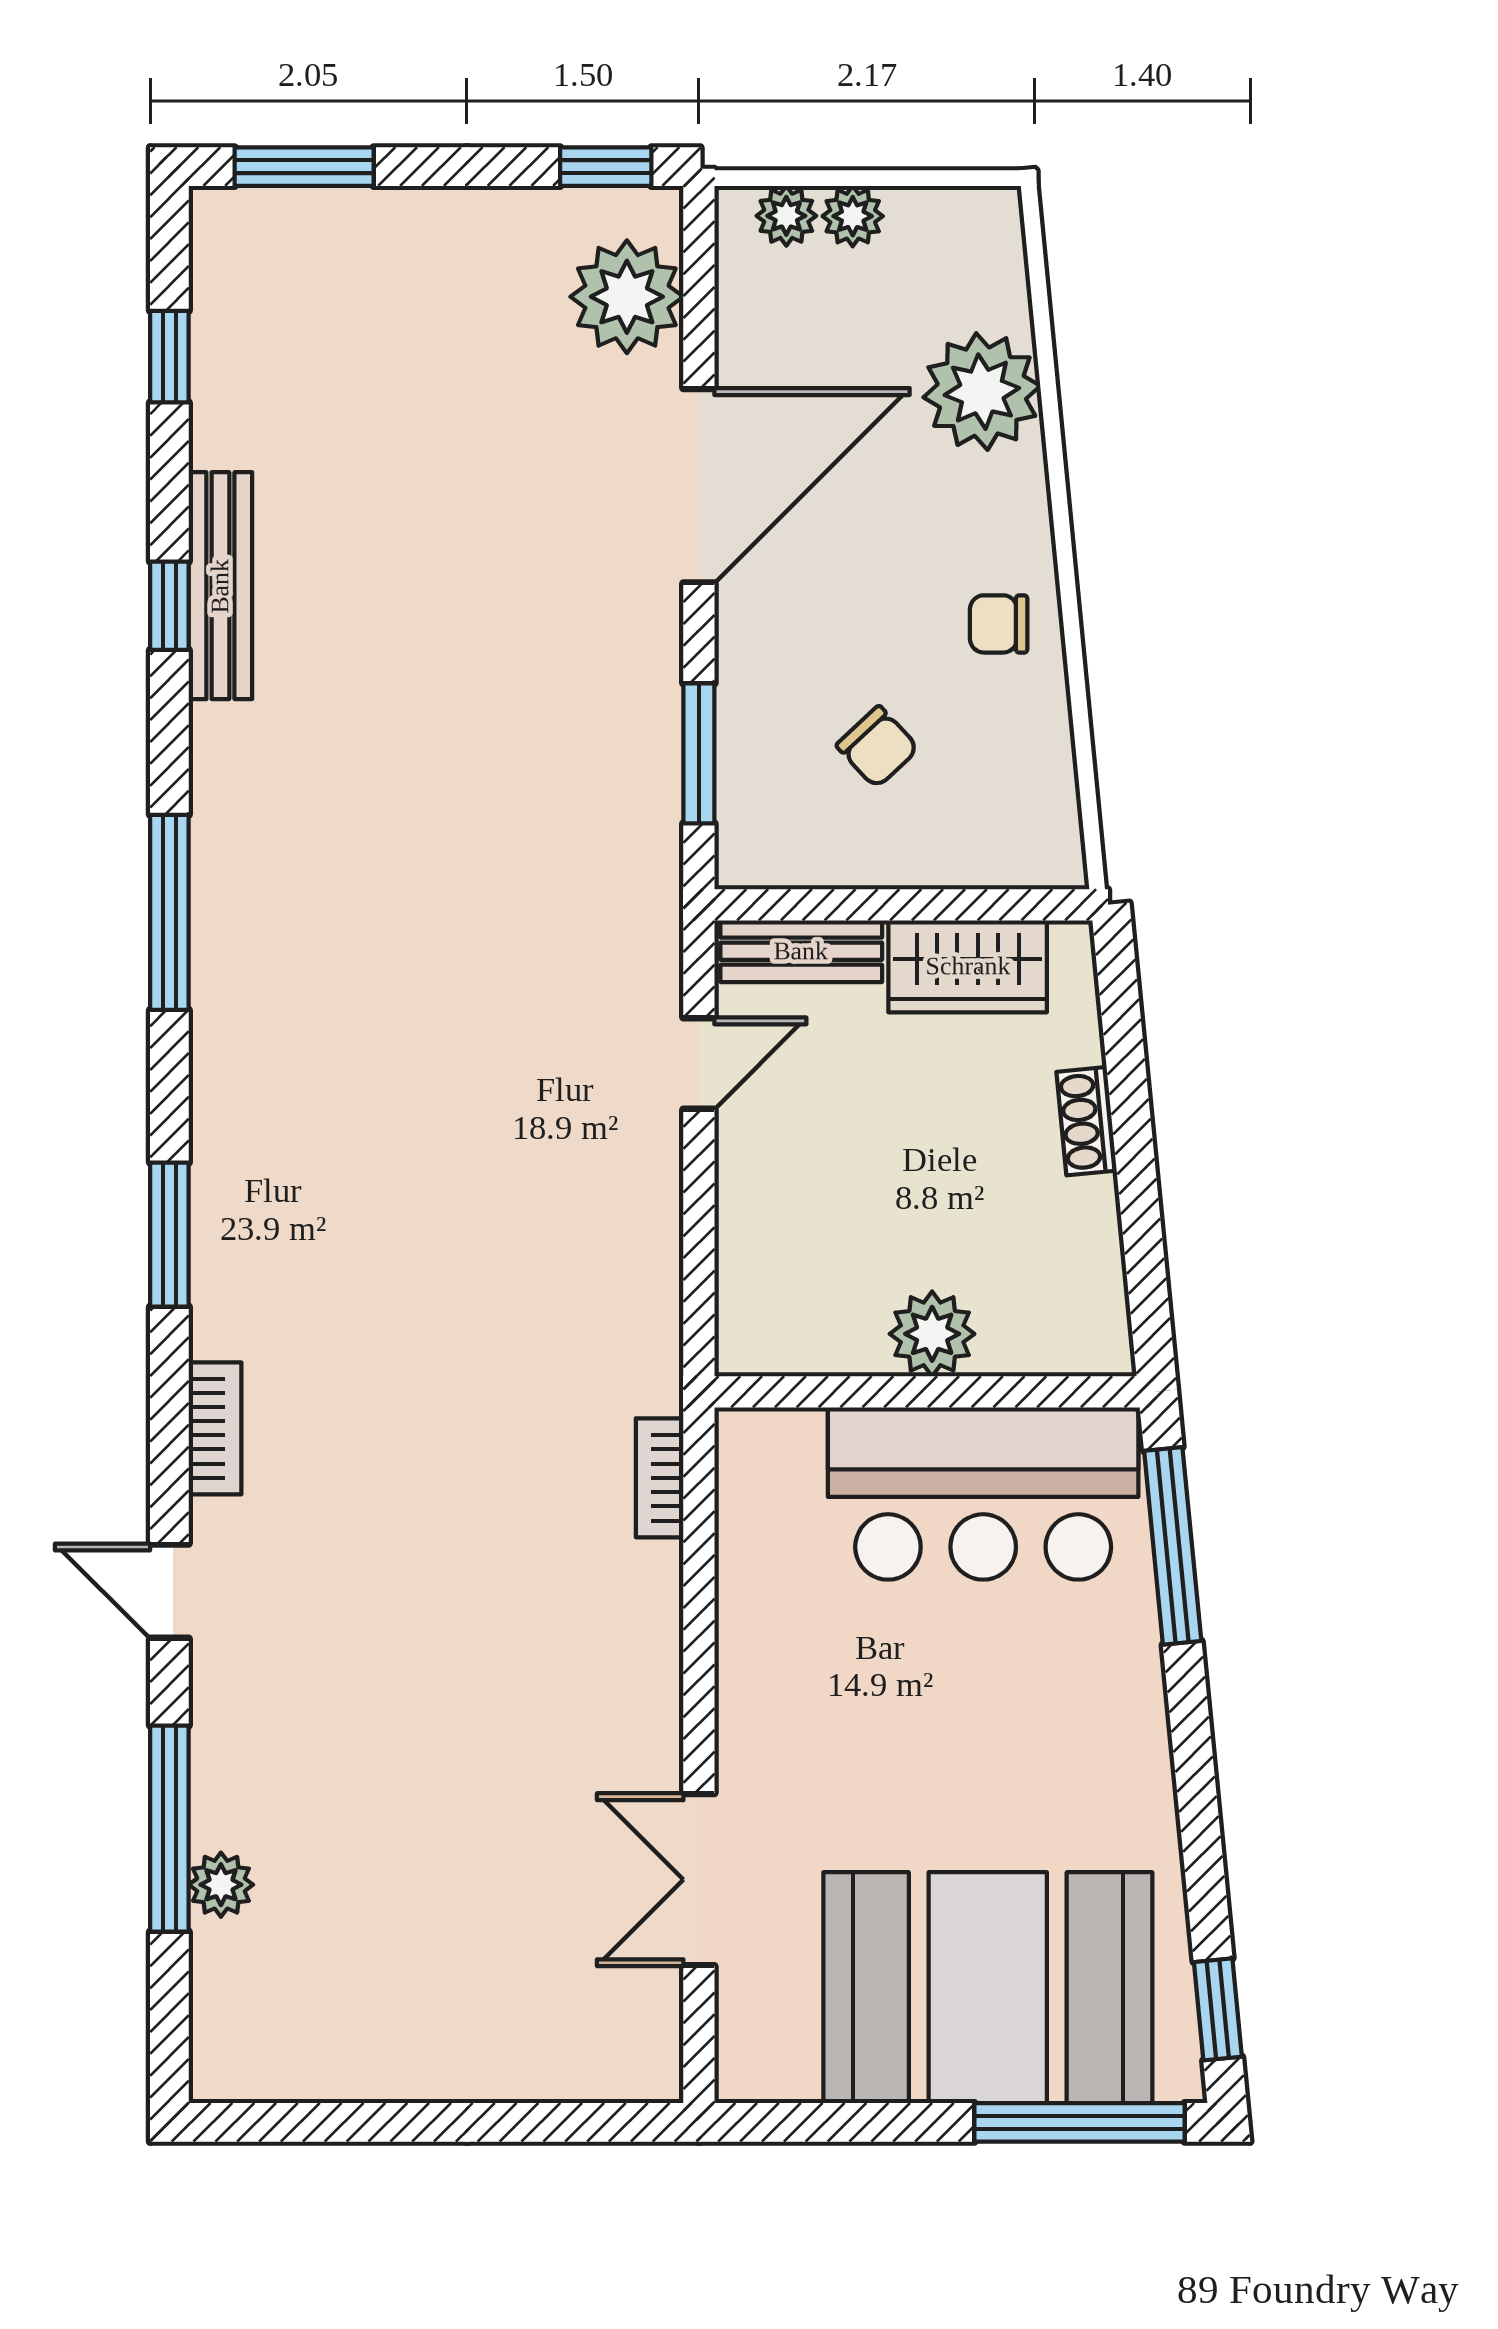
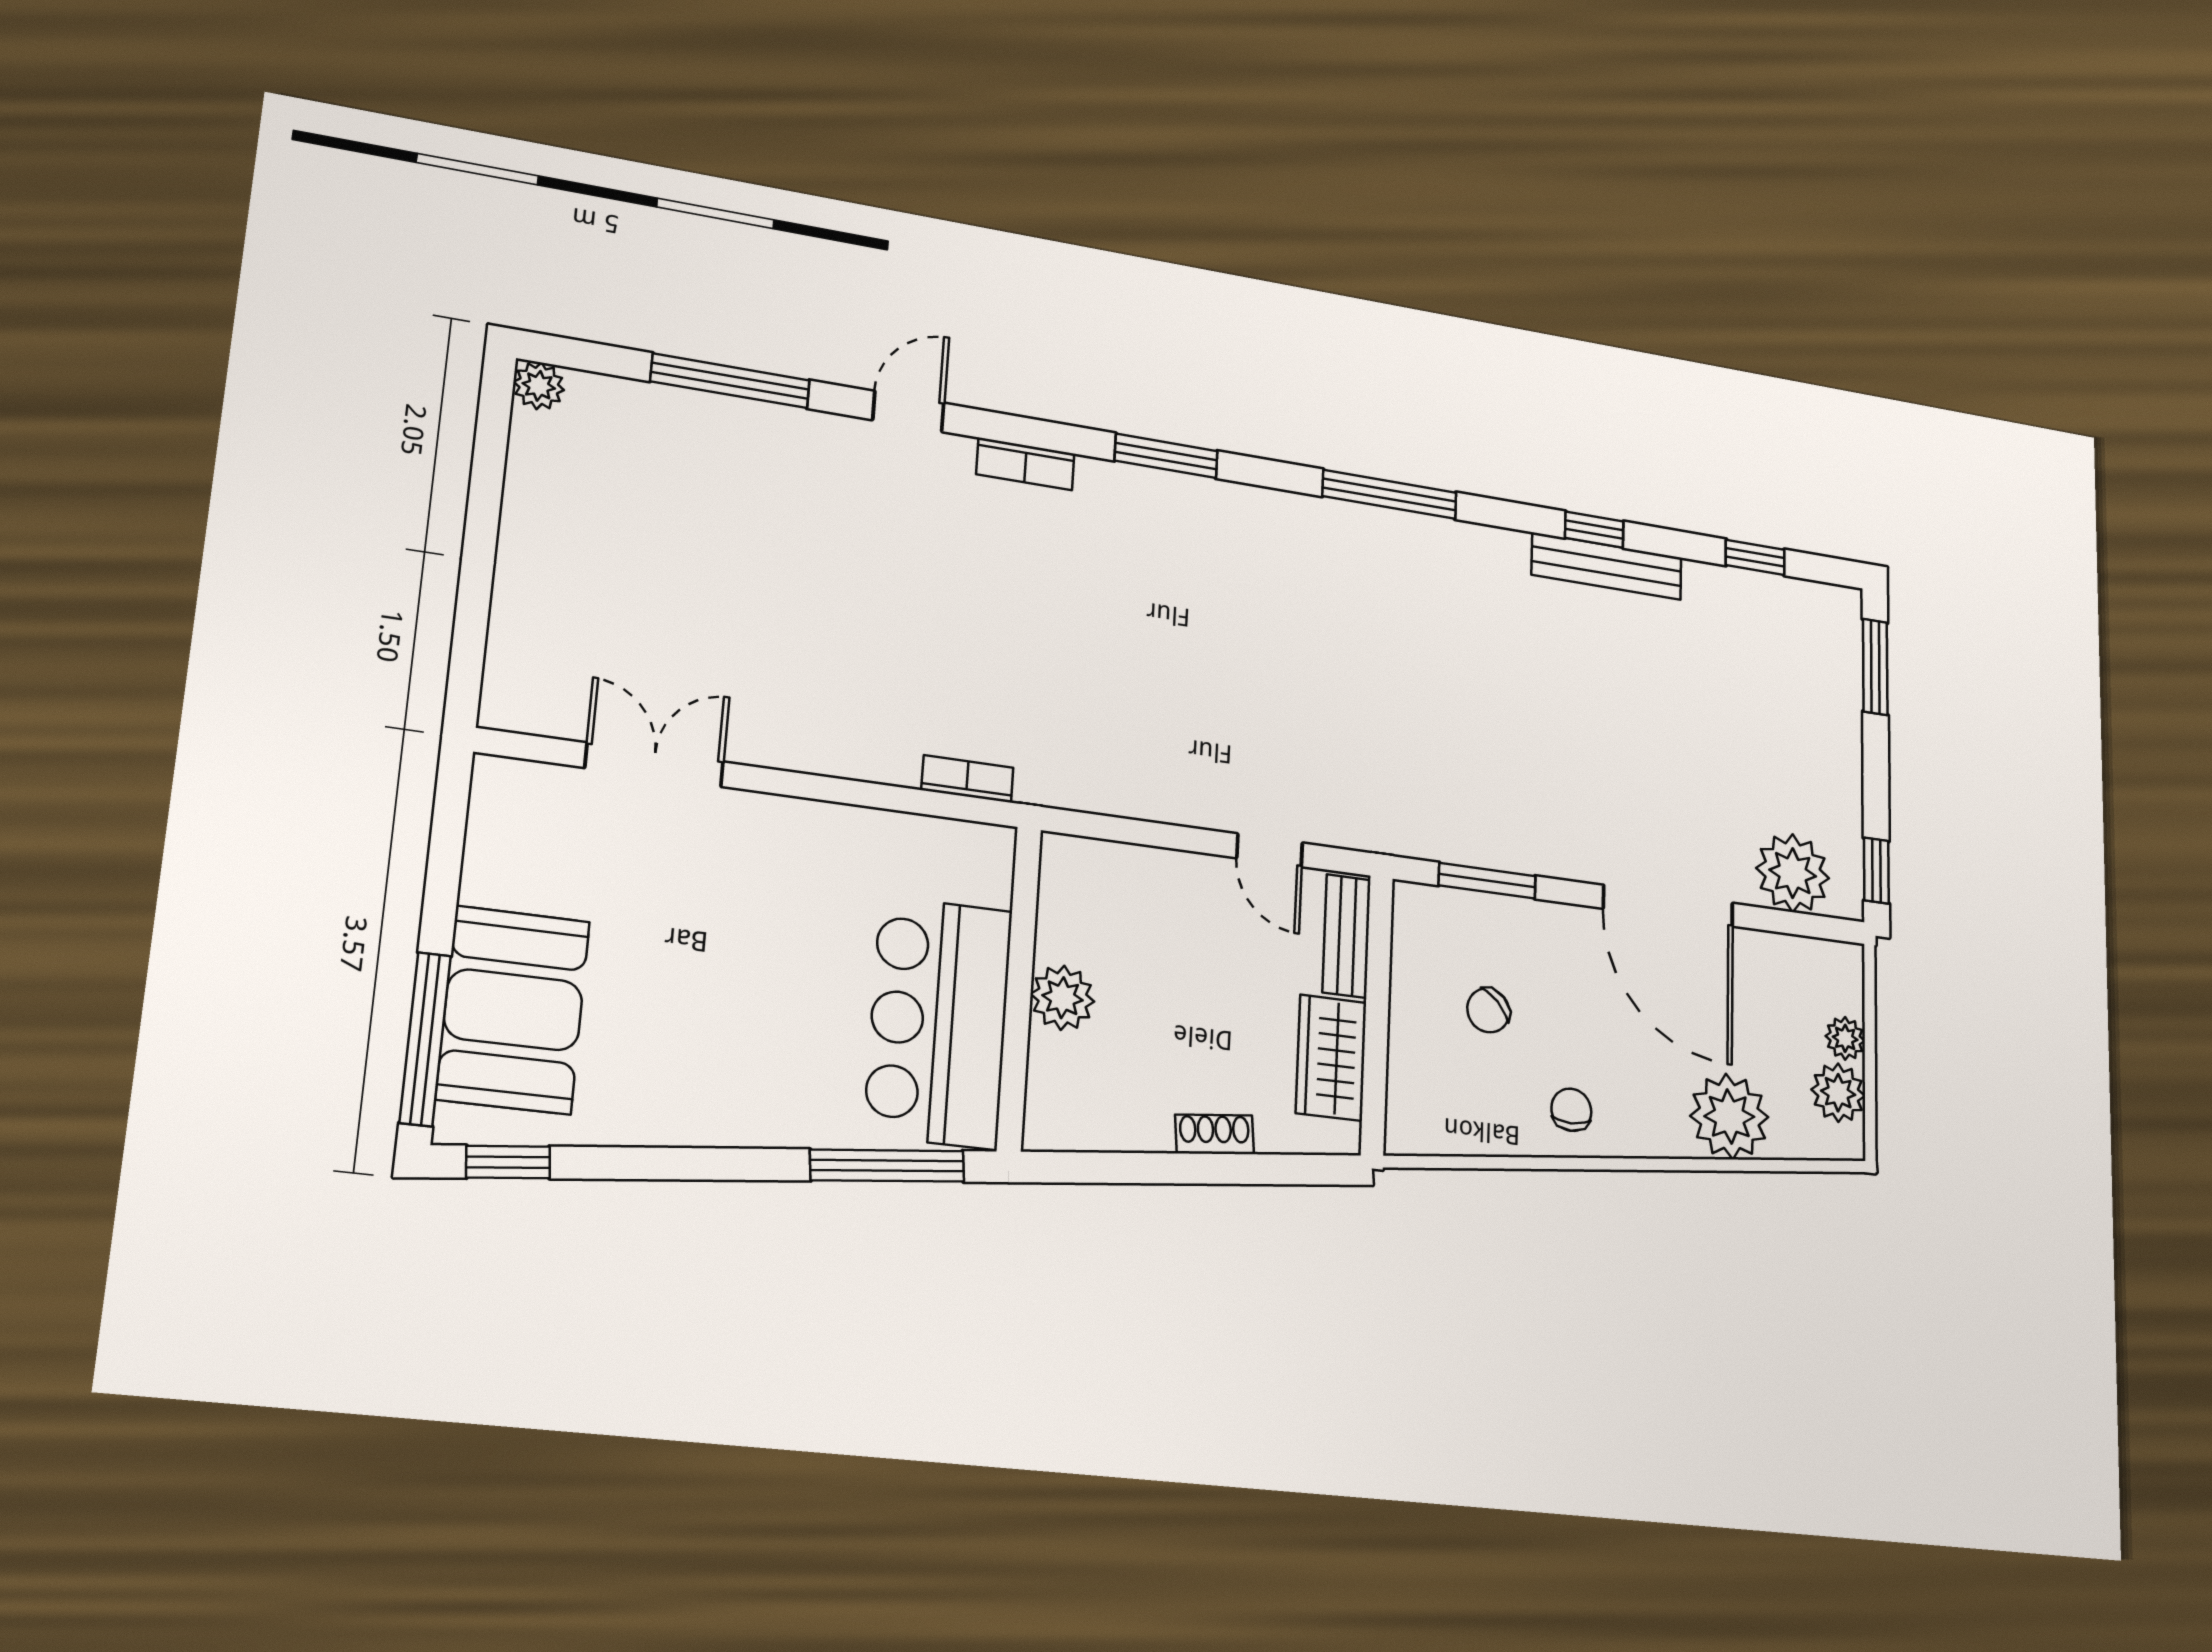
plant: (786, 216) -> (1838, 1093), moved, width x1.38, depth x1.38
plant: (221, 1885) -> (539, 386), moved
booth: (988, 1988) -> (513, 1010), width x0.73, depth x0.70

